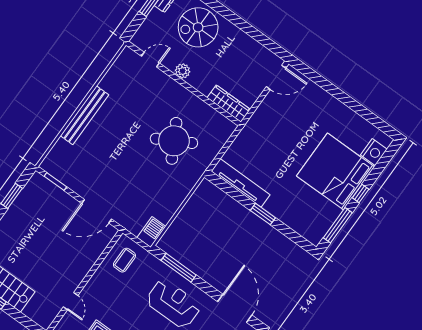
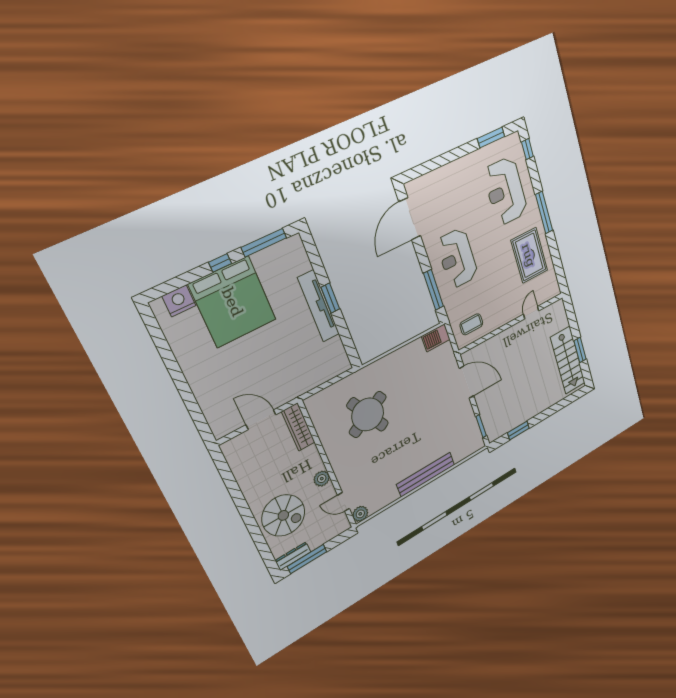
plant: (128, 56) -> (360, 514), added
door: (276, 77) -> (261, 420), moved
tv unit: (241, 183) -> (319, 306), moved

